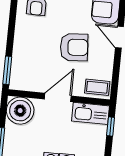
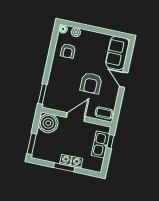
armchair: (74, 47) -> (91, 83), turned 94
kitchen sink: (91, 113) -> (100, 144), moved, turned 90

